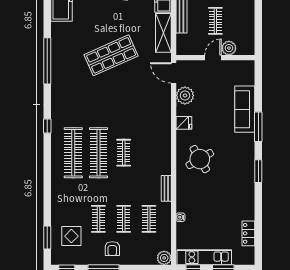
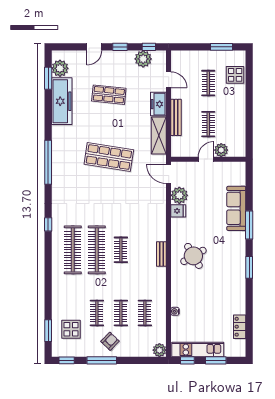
shop shelf: (111, 55) -> (109, 157), turned 33
fridge: (184, 123) -> (178, 211), moved
bench: (166, 188) -> (161, 254), moved
armchair: (112, 249) -> (110, 341), turned -136

